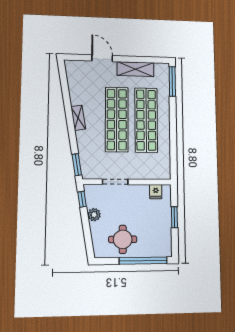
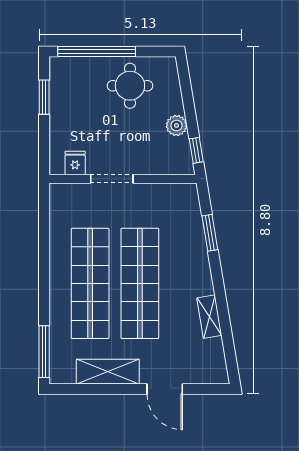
shelving: (78, 118) -> (209, 317), moved
window: (77, 165) -> (210, 233), moved
doorway: (115, 182) -> (112, 179), moved
window: (174, 217) -> (44, 97), moved

